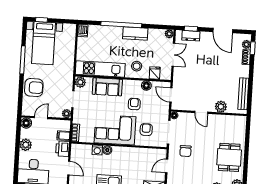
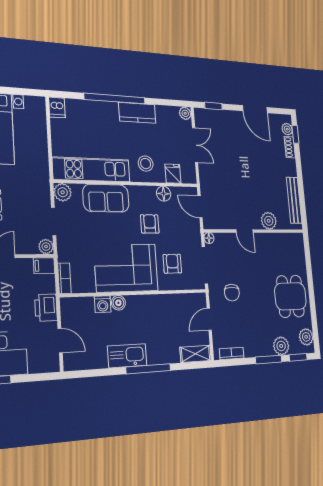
dresser: (191, 36) -> (215, 116), removed
filing cabinet: (63, 136) -> (44, 266), moved

